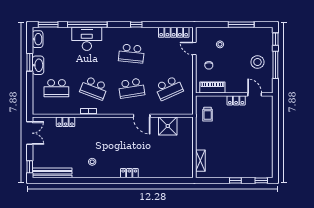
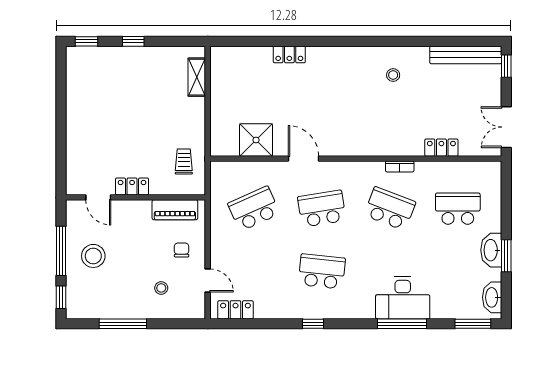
window: (87, 25) -> (402, 324), width x0.68
locker: (174, 32) -> (235, 310), width x0.66
locker: (129, 173) -> (289, 54), moved

